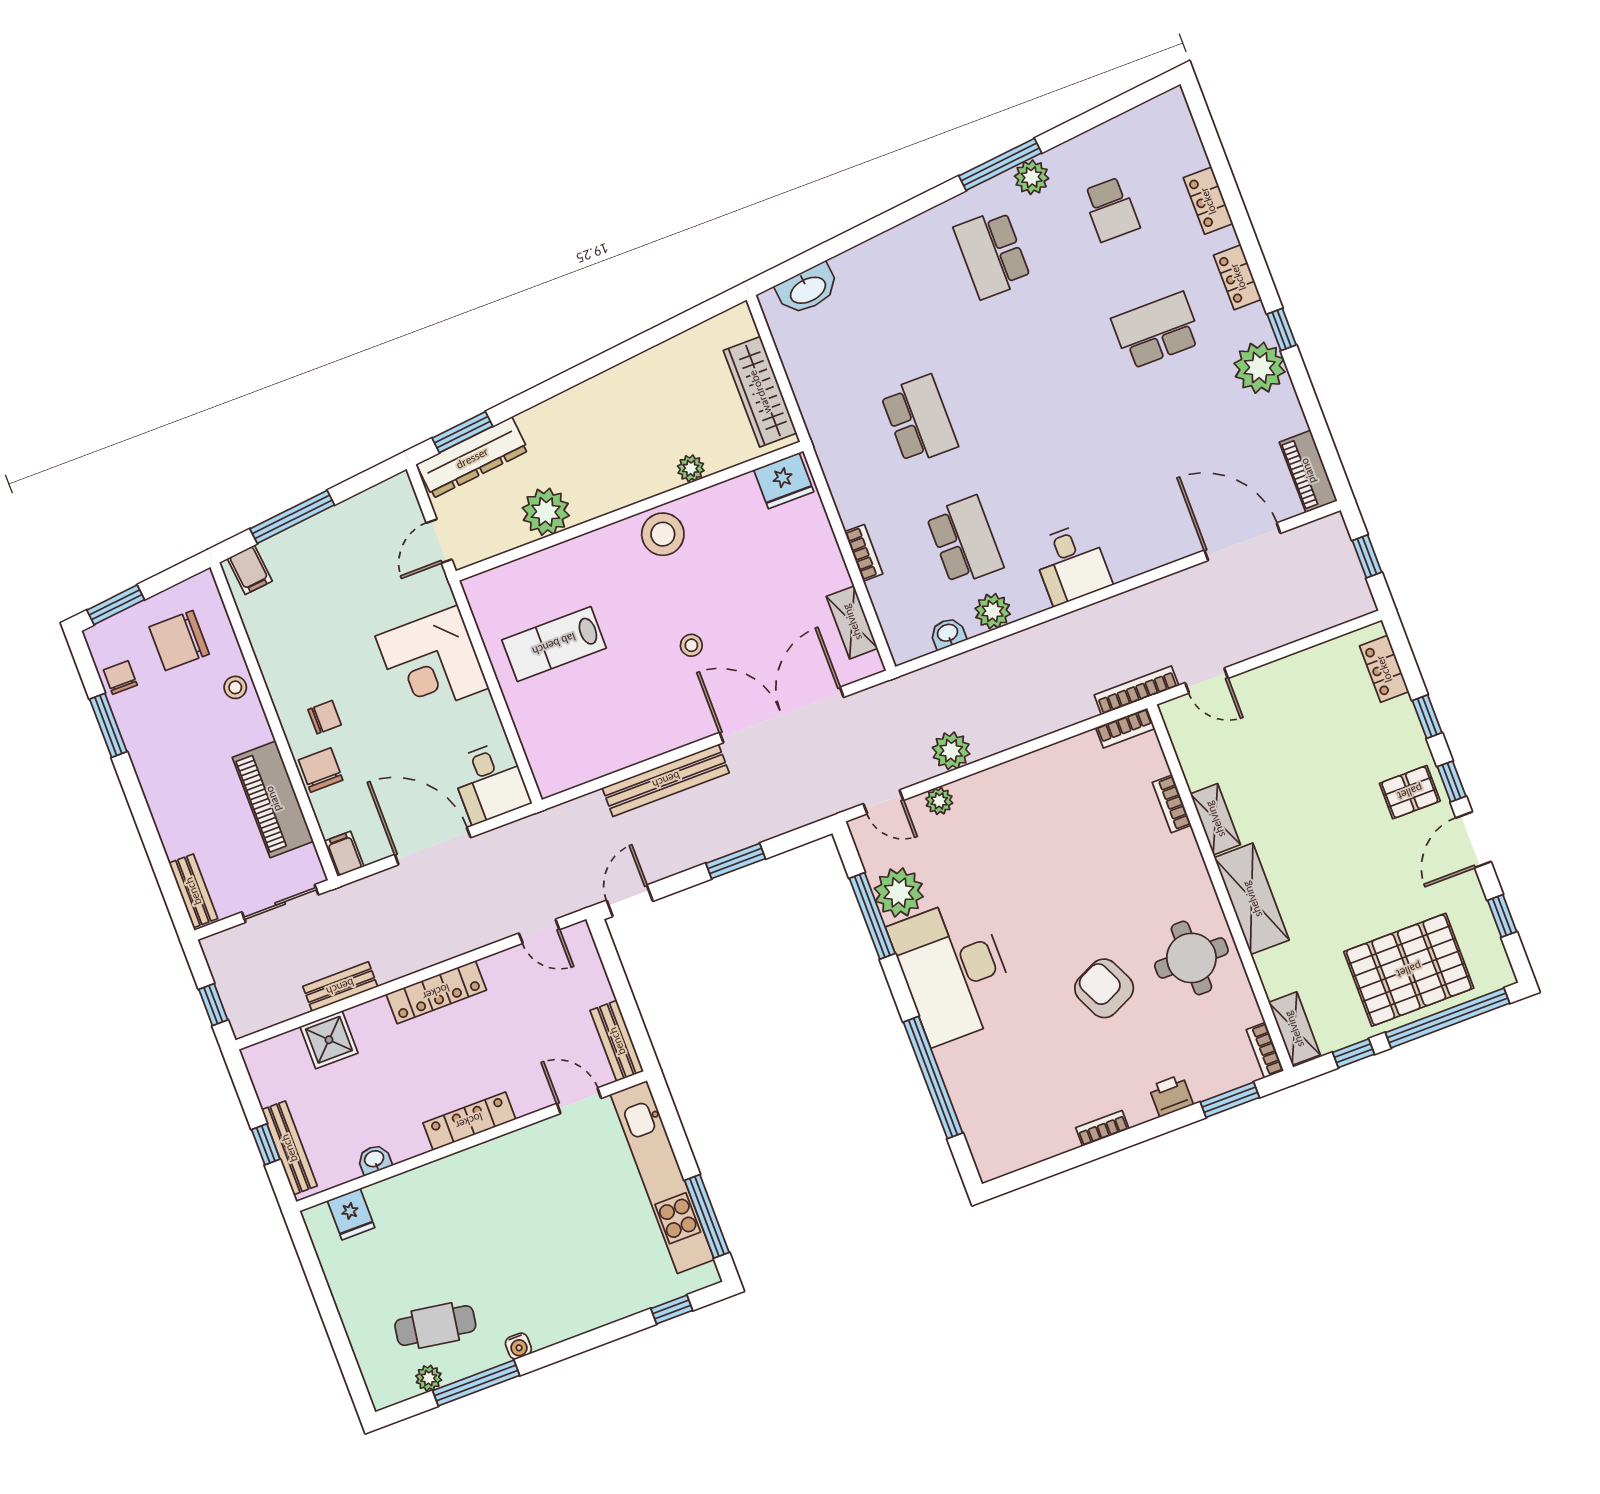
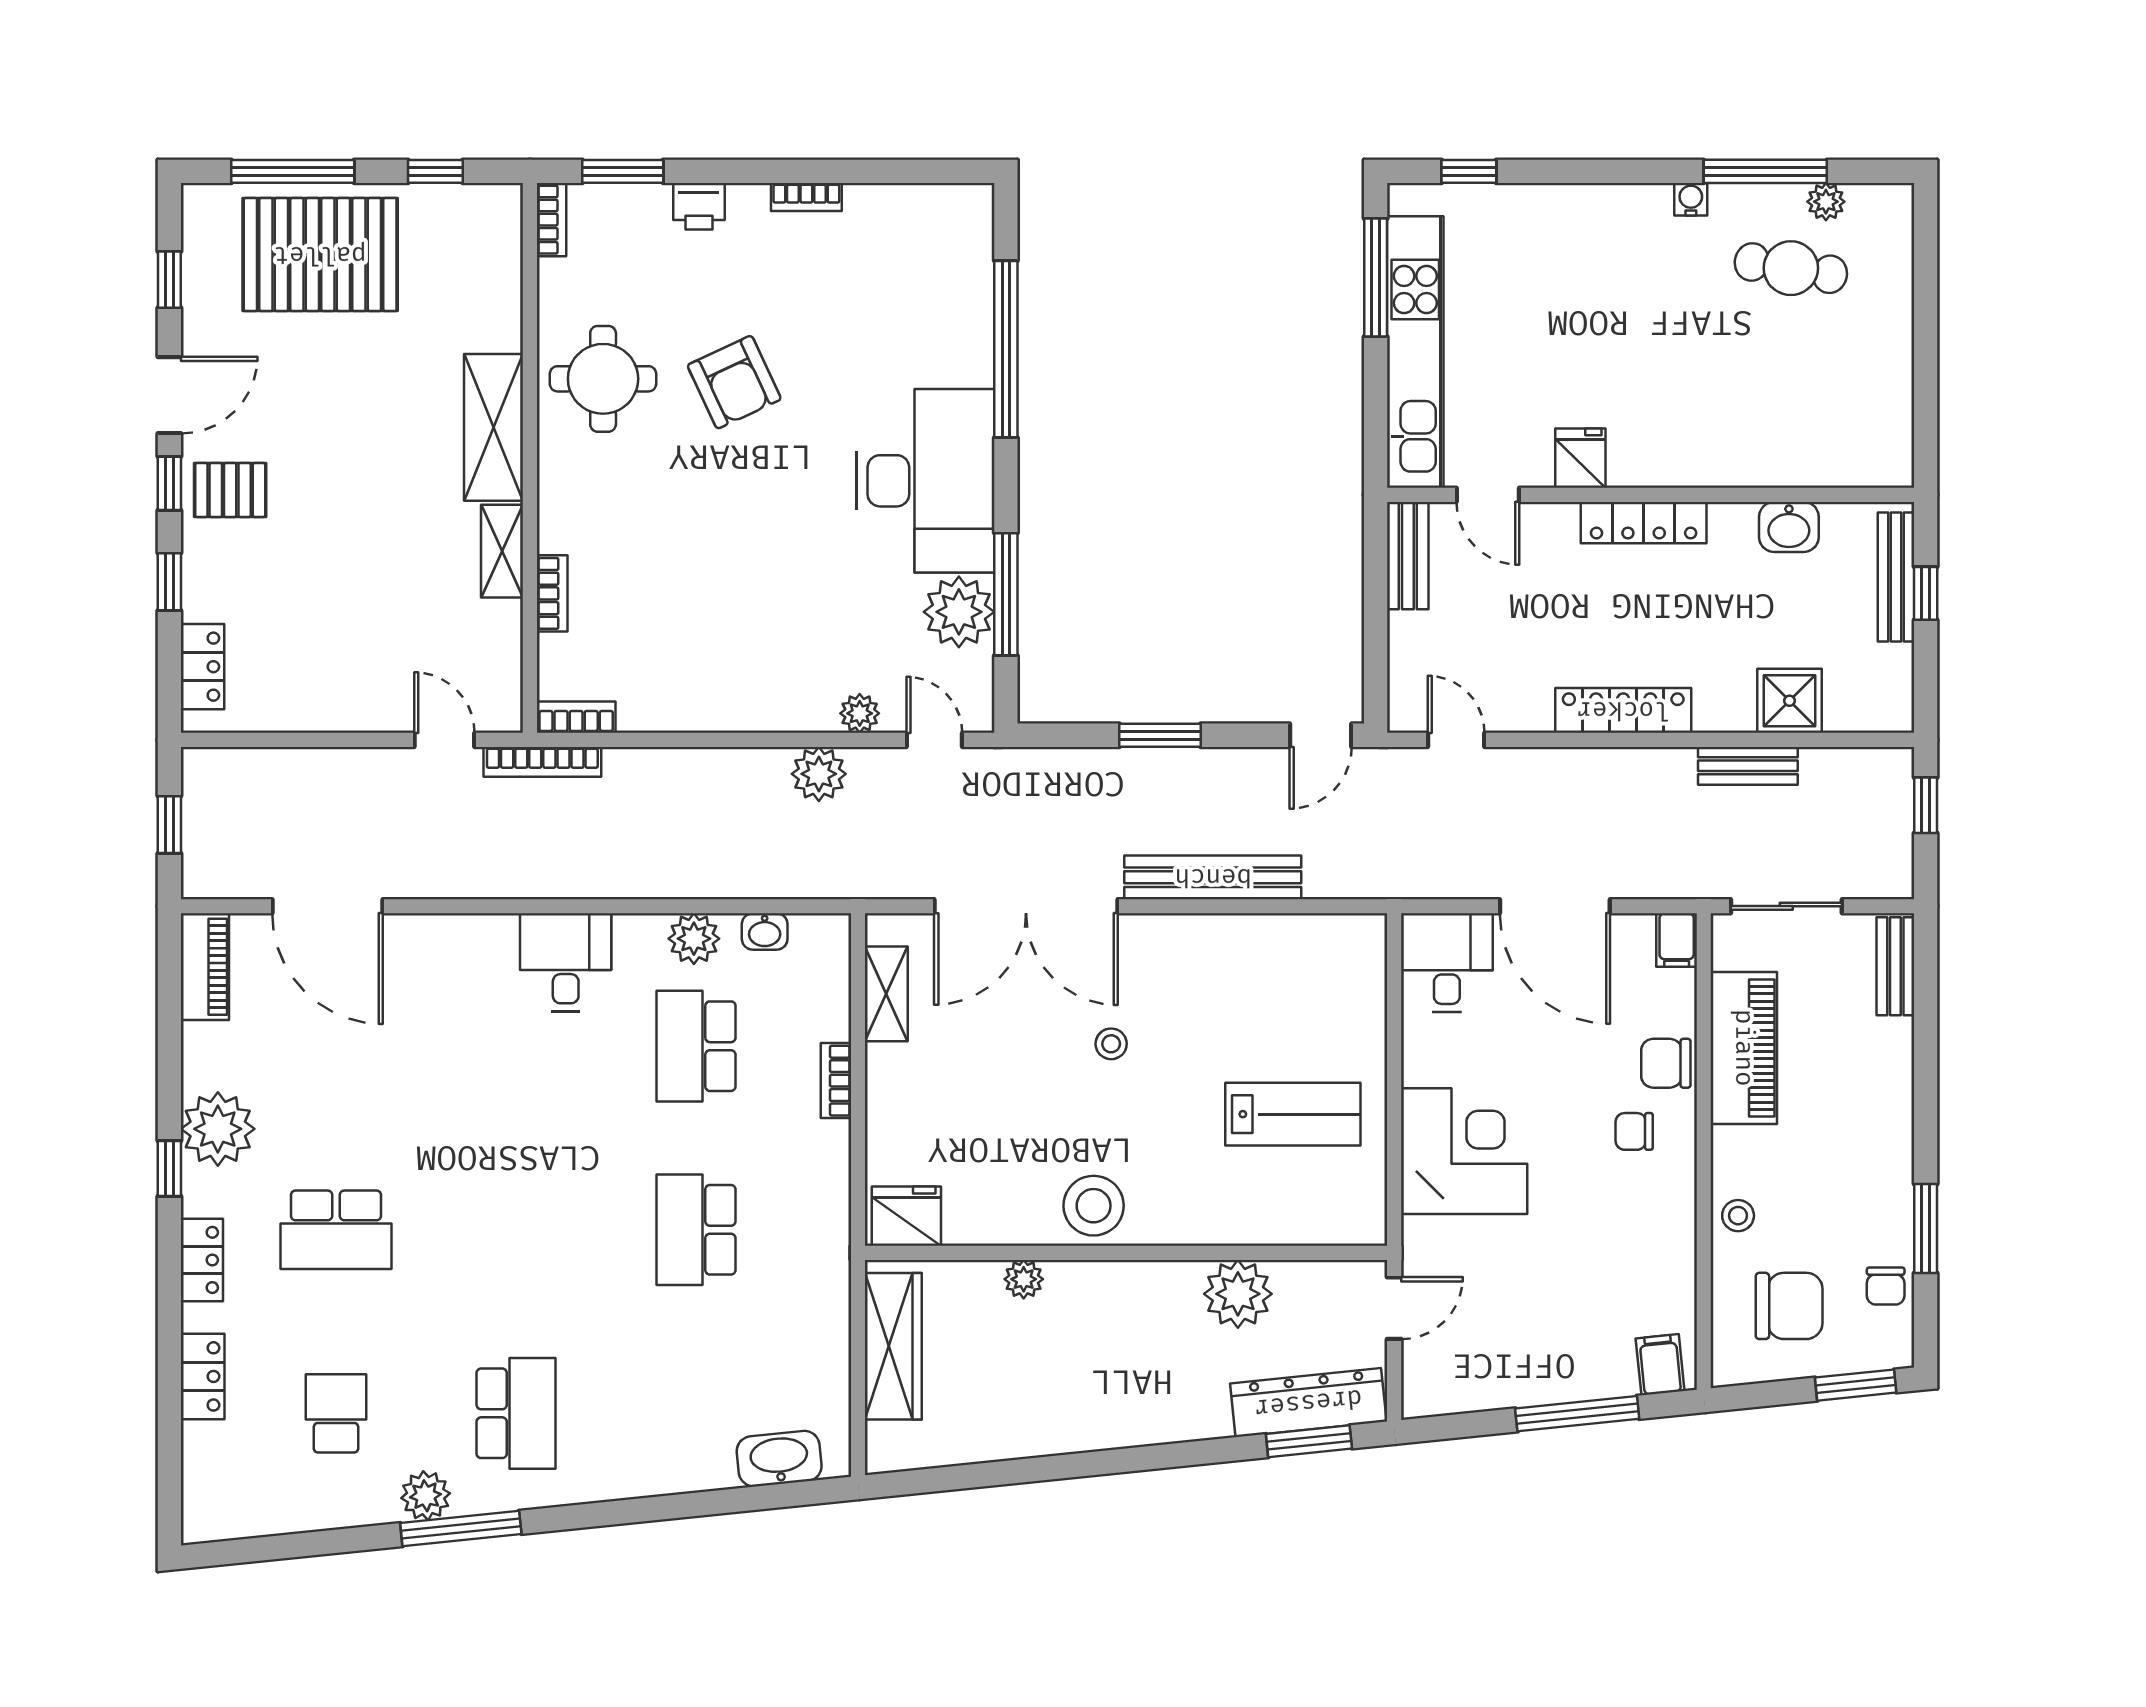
chair: (321, 770) -> (1666, 1063), turned 90
window: (1448, 1018) -> (293, 171), width x0.68
shelving: (1294, 1029) -> (501, 234), removed
washbasin: (374, 1159) -> (1789, 527), width x1.38, depth x1.45
fridge: (351, 1214) -> (1580, 458), moved

